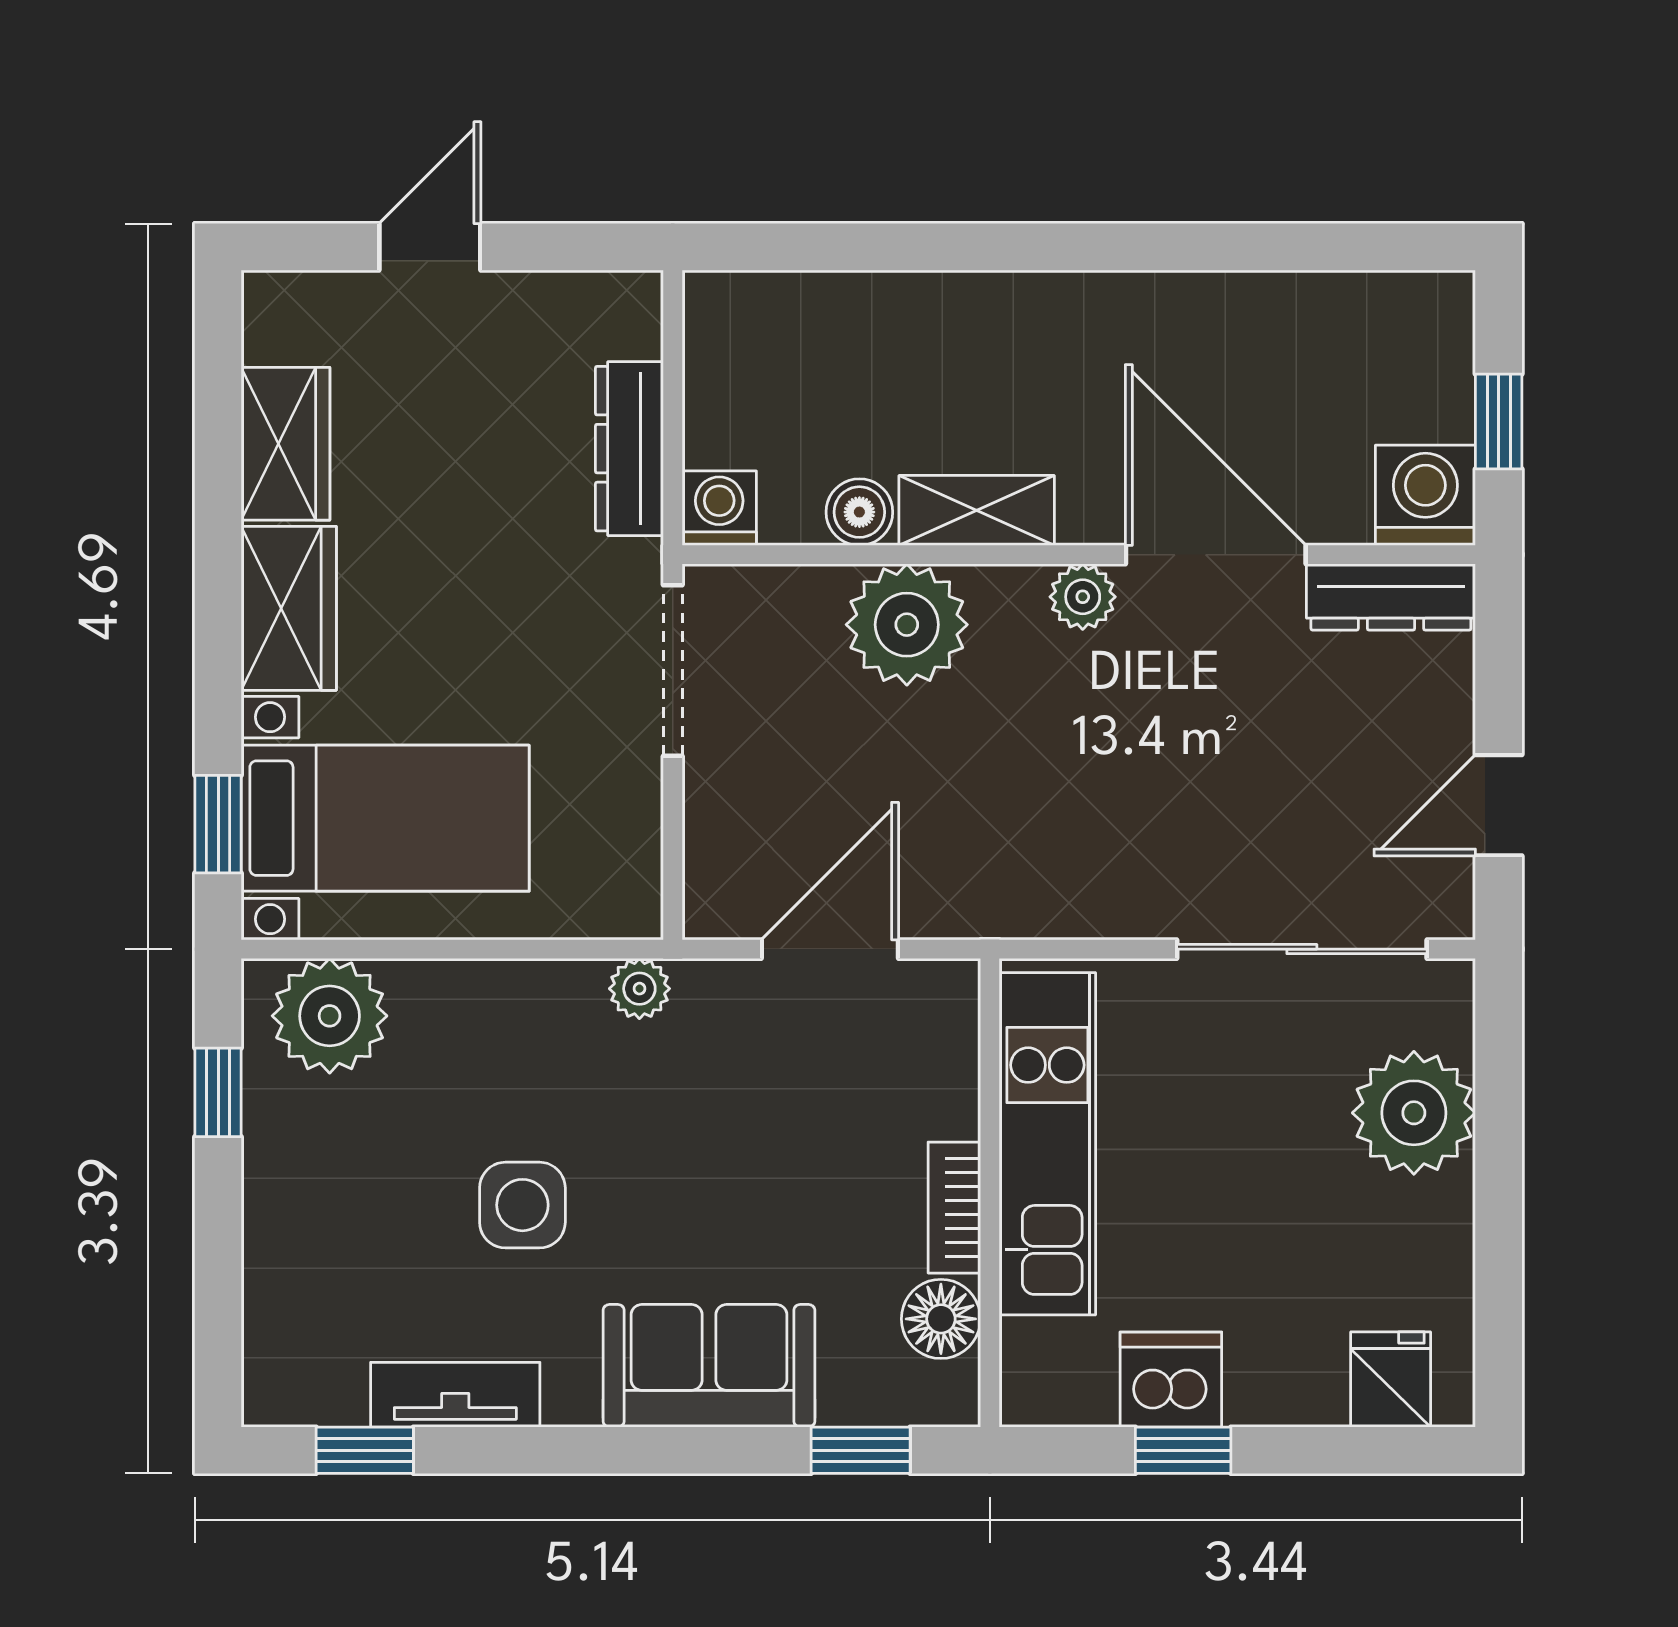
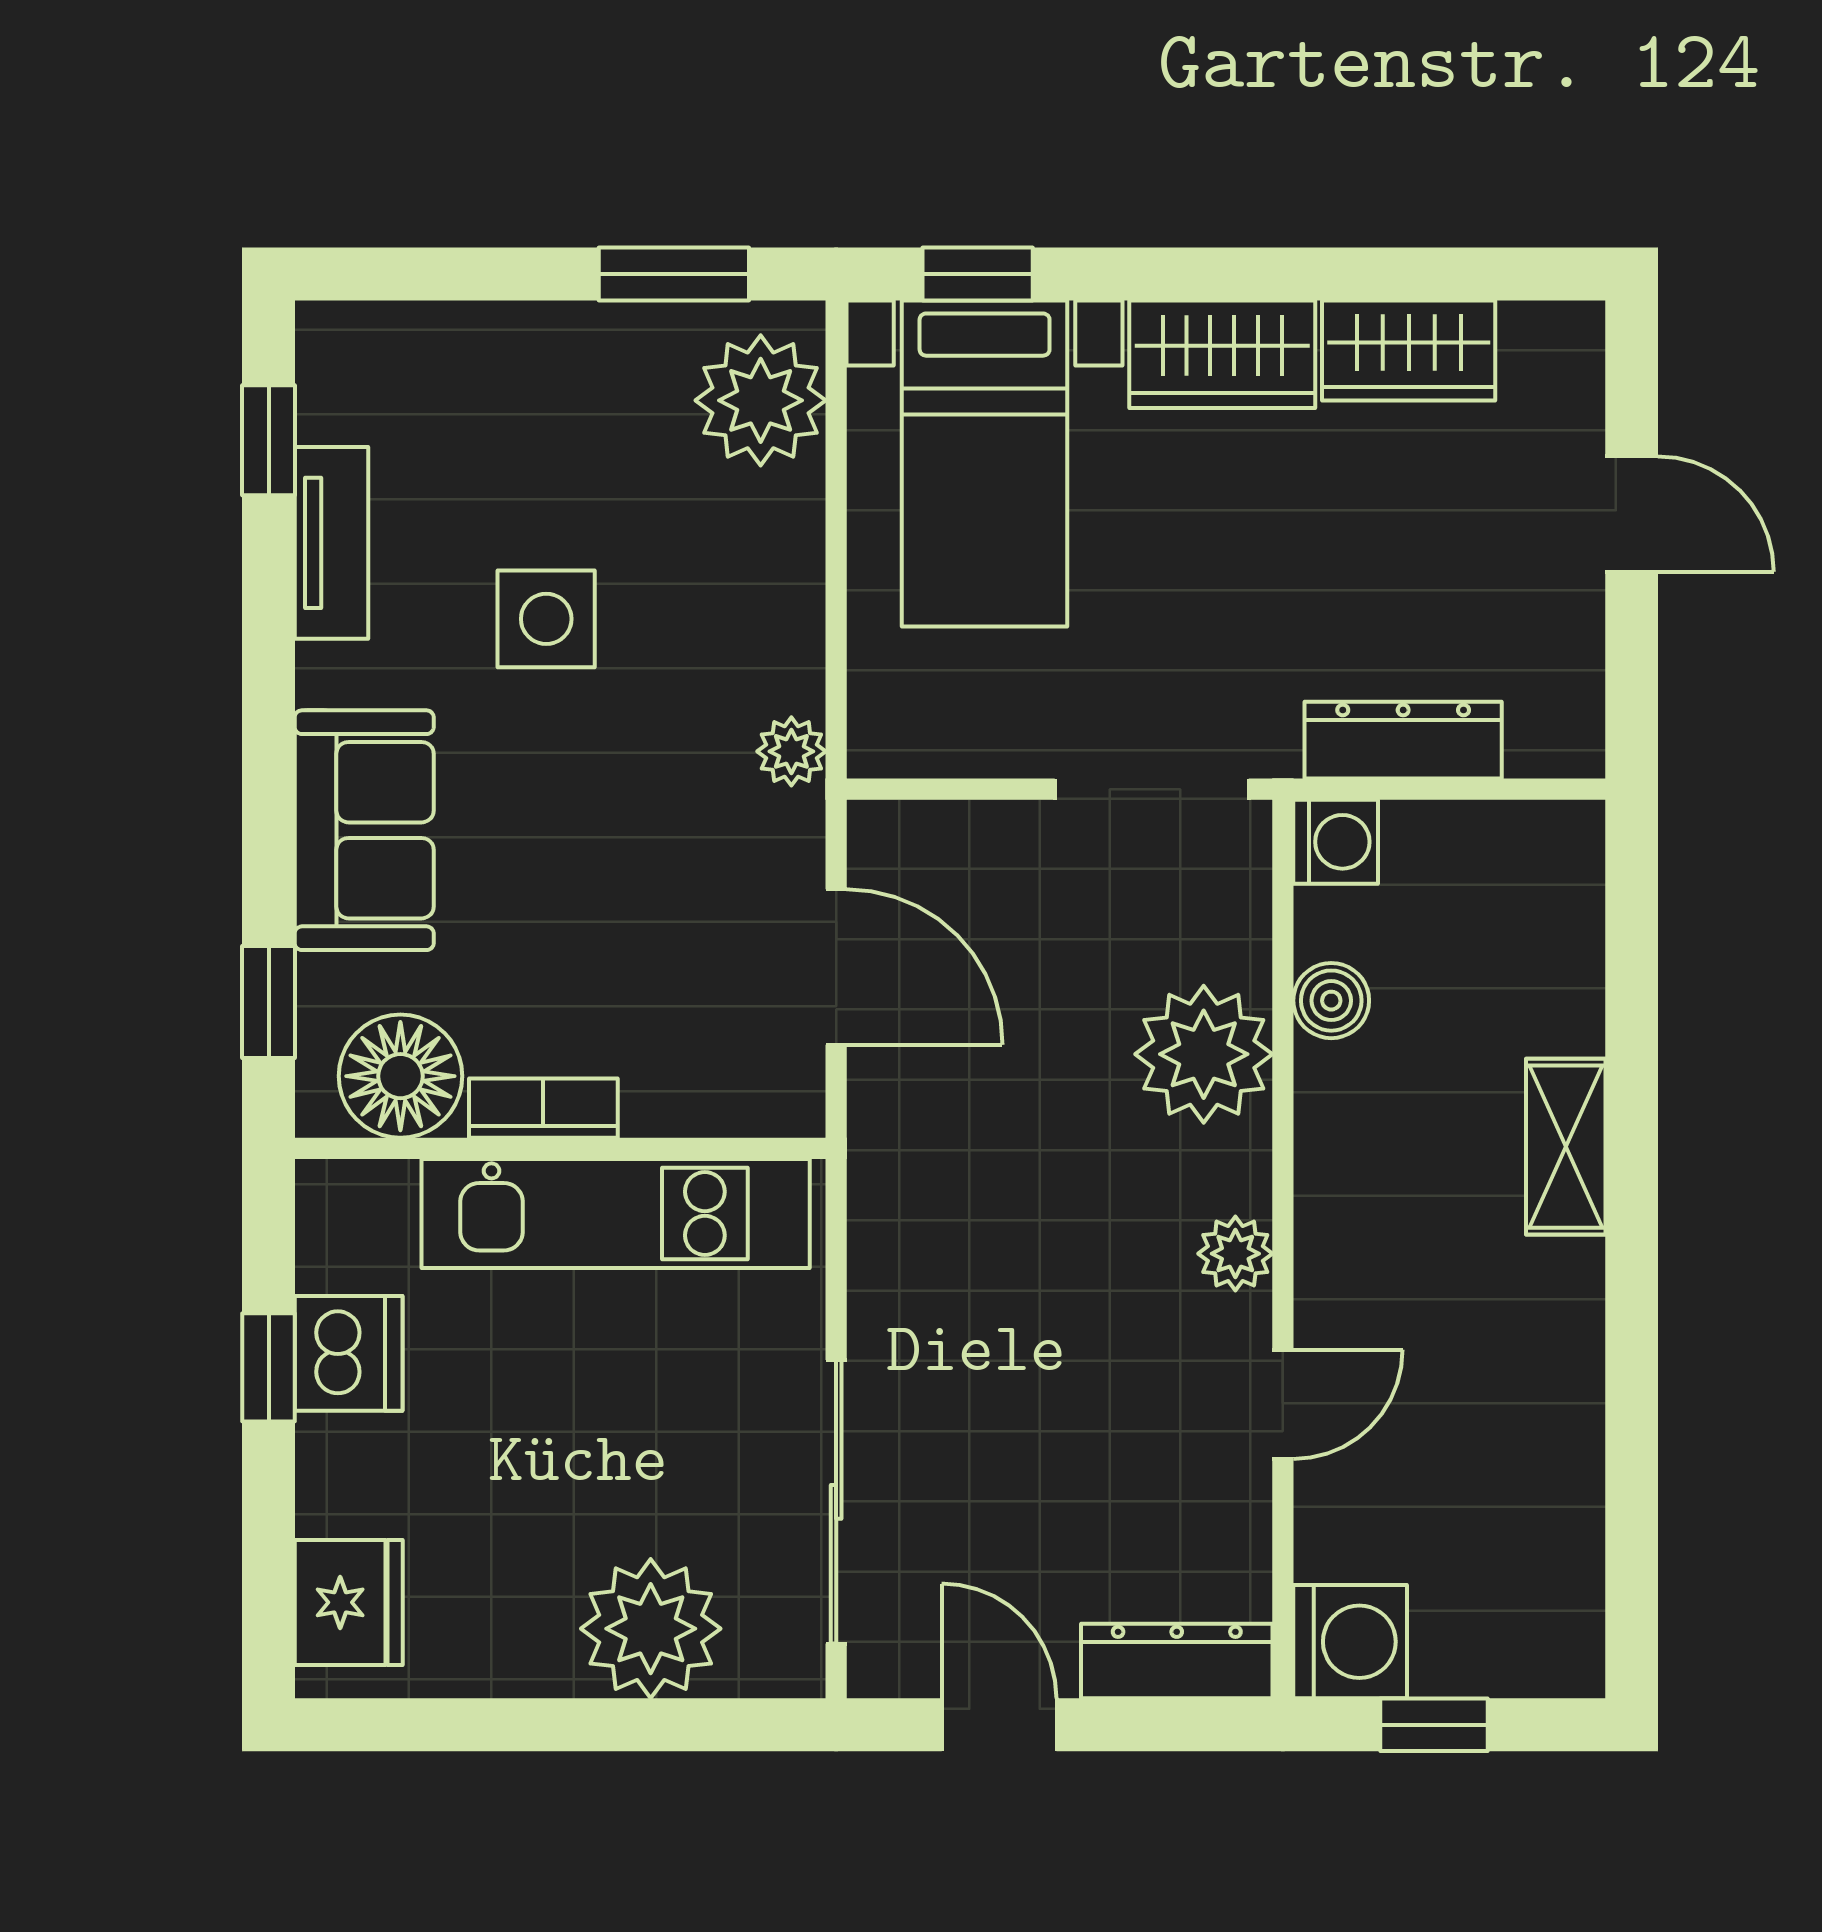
shelving: (977, 510) -> (1566, 1147), moved
door: (1216, 555) -> (1283, 1404), width x0.53
dresser: (1391, 597) -> (1177, 1661), moved, turned 90
window: (218, 1092) -> (674, 274), width x1.50
floor lamp: (941, 1319) -> (400, 1076), width x1.38, depth x1.38
fridge: (1391, 1379) -> (349, 1602), width x1.38

